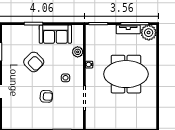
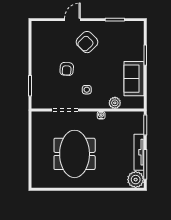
tv unit: (128, 29) -> (139, 152), width x1.41
armchair: (34, 62) -> (87, 42), moved
meeting table: (126, 74) -> (75, 154), moved

